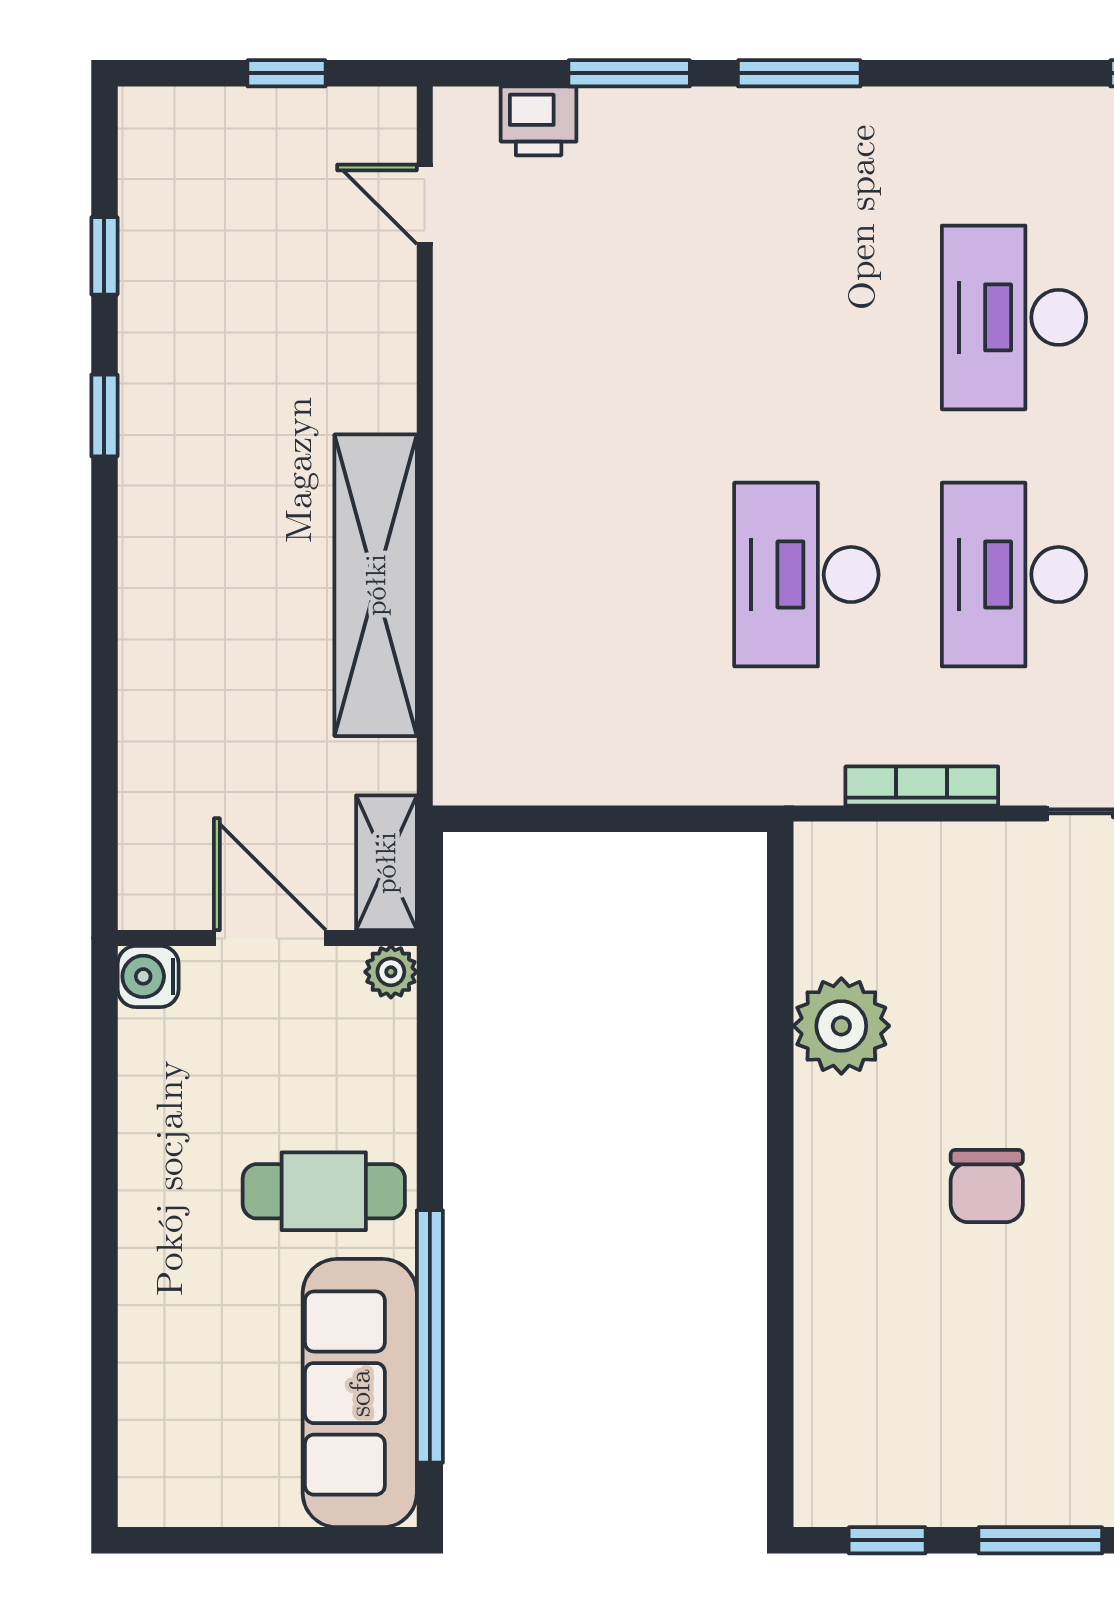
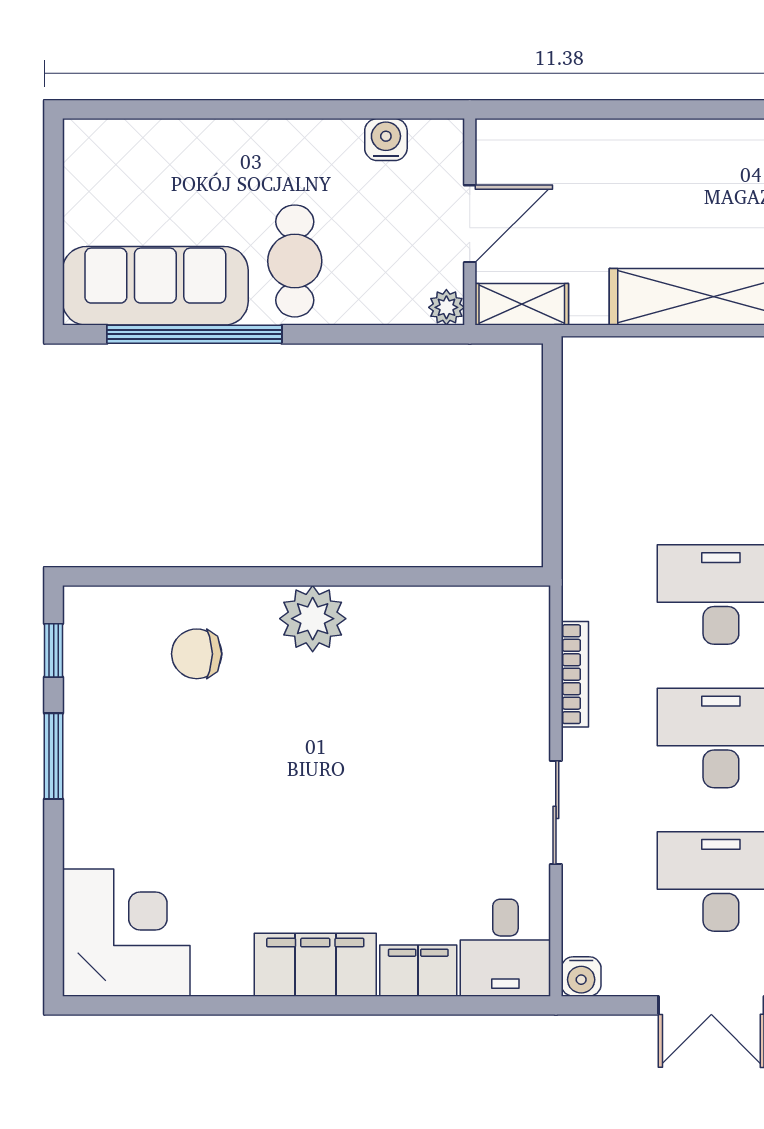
water cooler: (148, 976) -> (386, 140), moved
plant: (841, 1026) -> (313, 619), moved
chair: (987, 1186) -> (197, 654), moved

